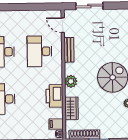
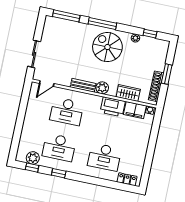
bench: (69, 50) -> (83, 85), moved
filing cabinet: (56, 124) -> (135, 110), width x2.00

